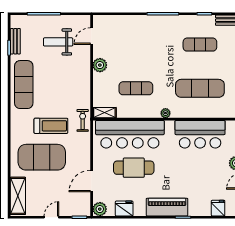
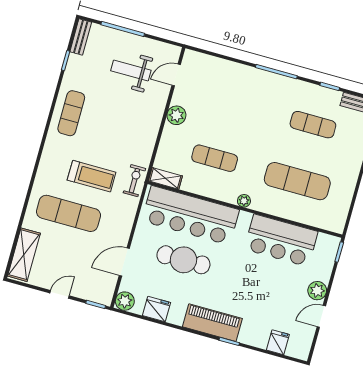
bench: (15, 41) -> (81, 37), moved
exercise mat: (24, 85) -> (71, 113), width x0.73, depth x0.69
exercise mat: (42, 157) -> (68, 213), width x0.68

